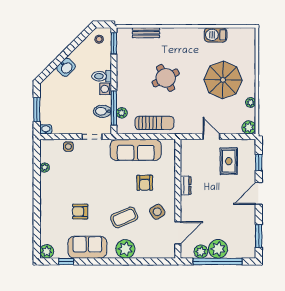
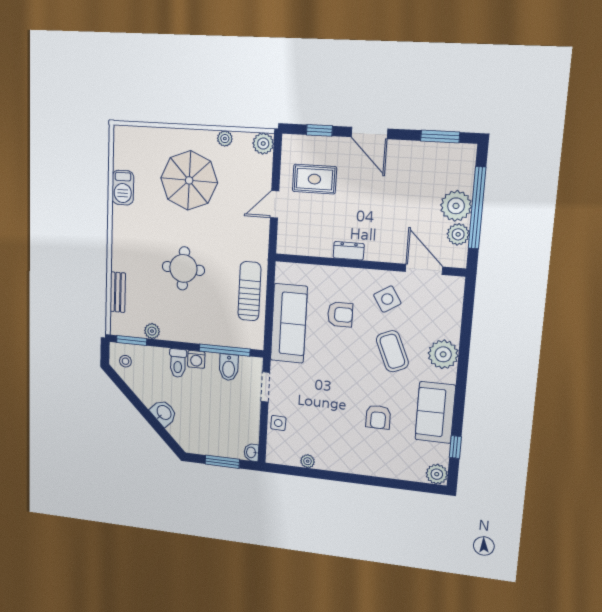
round table: (166, 78) -> (183, 268), turned 30
plant: (122, 113) -> (152, 331), moved

